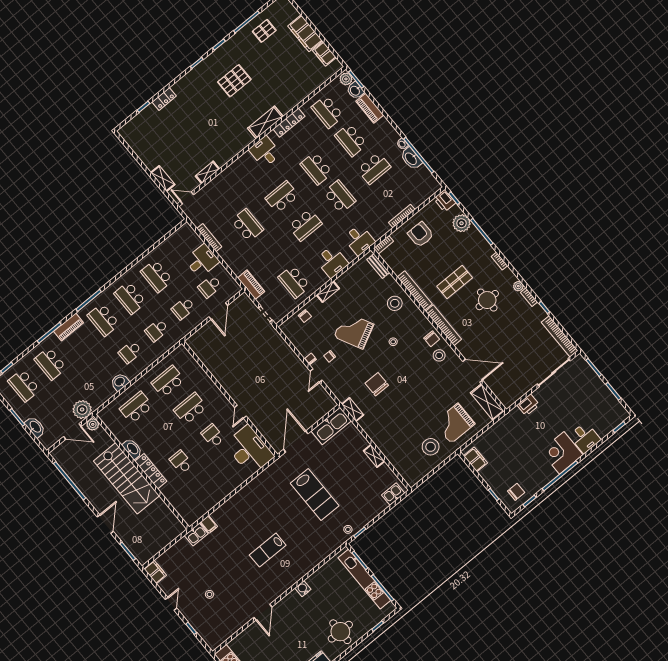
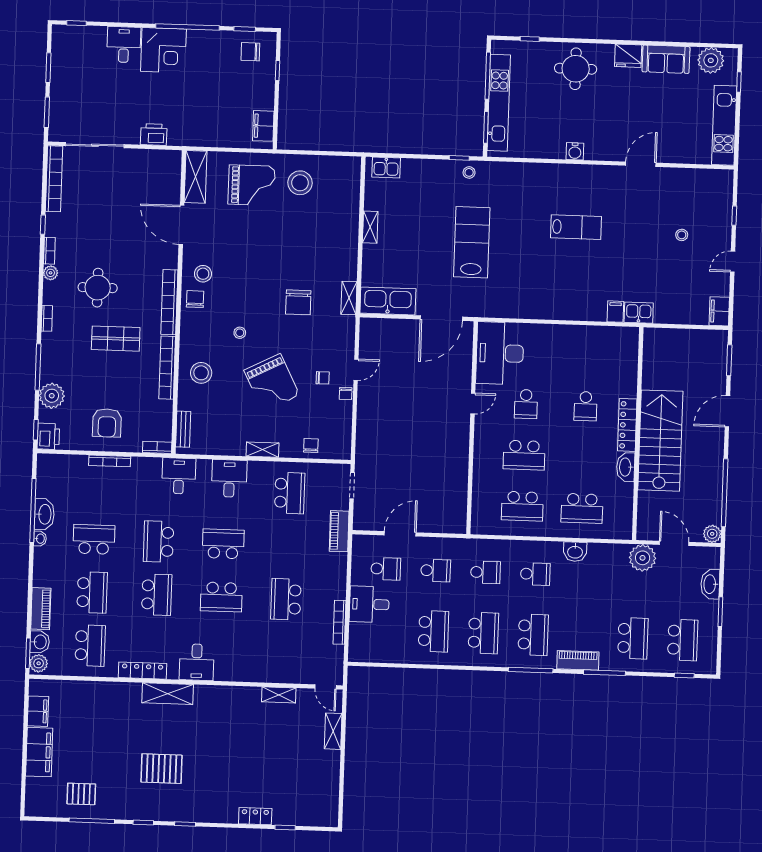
plant: (93, 424) -> (712, 534), moved

